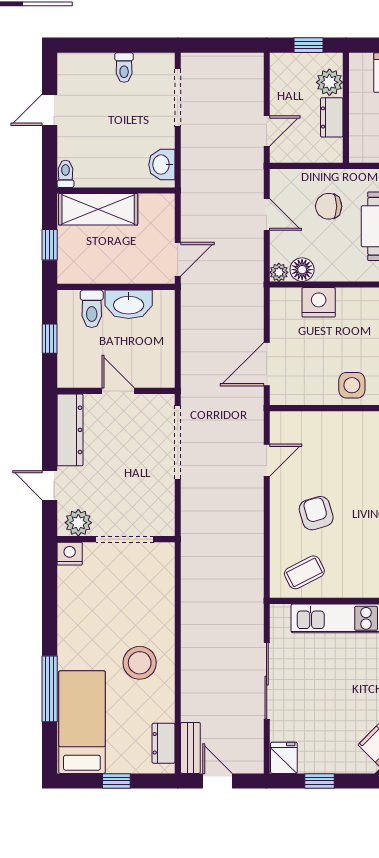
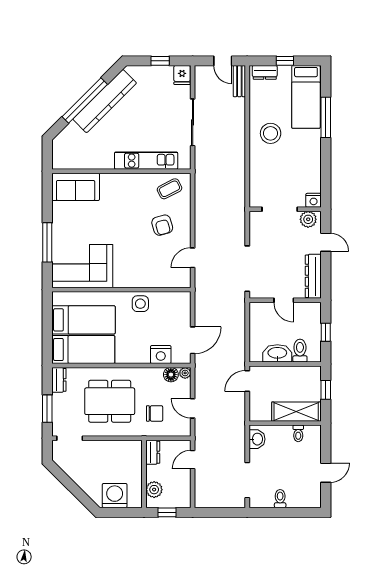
dresser: (332, 117) -> (153, 452), moved
toilet: (65, 174) -> (298, 433), moved
door: (267, 364) -> (193, 340), moved
dresser: (163, 743) -> (265, 72), moved, turned 90

